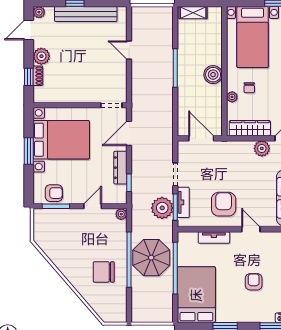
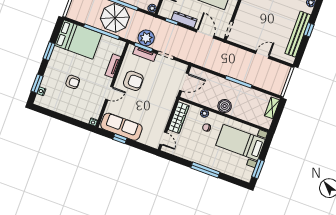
plant: (262, 148) -> (162, 121), removed

